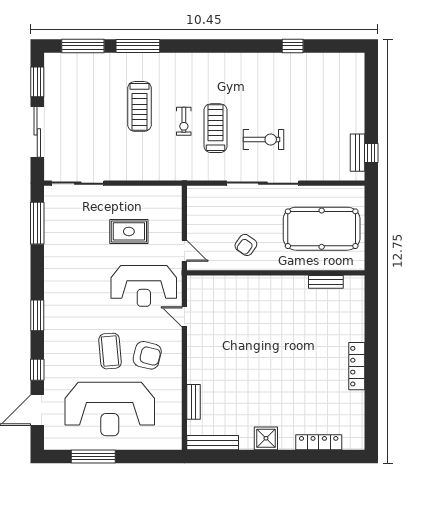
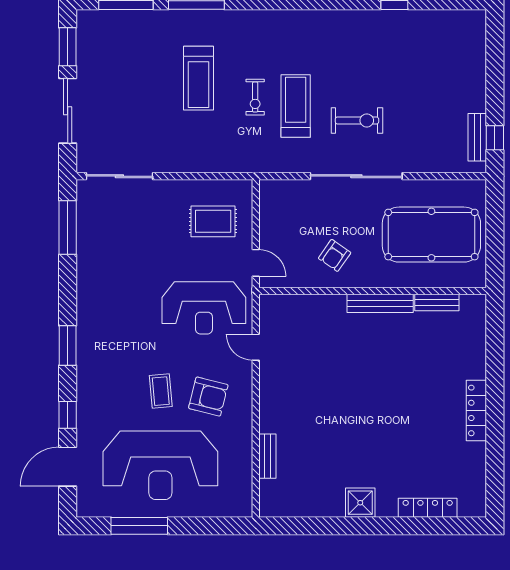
rug: (129, 231) -> (213, 221), moved
coffee table: (110, 351) -> (161, 391), width x0.73, depth x0.77
bench: (213, 443) -> (380, 303), moved

